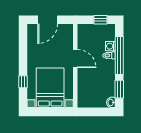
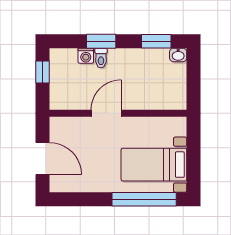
window: (119, 56) -> (101, 41), width x0.47
window: (23, 82) -> (144, 199), width x3.17
bed with nightstands: (50, 88) -> (154, 165), width x0.73

